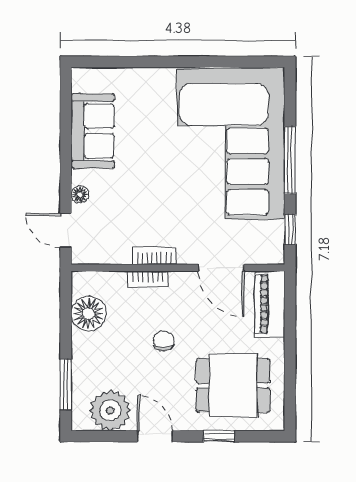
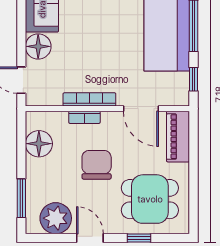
floor lamp: (80, 195) -> (38, 46), width x1.89, depth x1.89
bookcase: (154, 256) -> (89, 99), width x1.56
chair: (164, 341) -> (97, 165), width x1.87, depth x1.87

